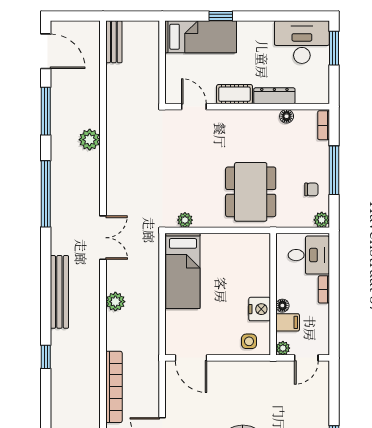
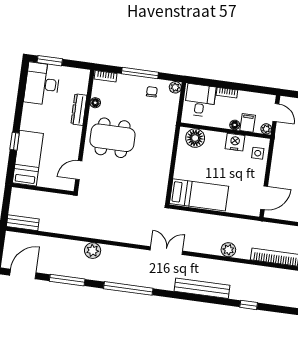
cot: (235, 94) -> (74, 139), removed
dining table: (251, 192) -> (113, 138), moved
plant: (185, 220) -> (162, 188), removed
floor lamp: (258, 255) -> (195, 138), added
plant: (115, 302) -> (228, 250), moved

